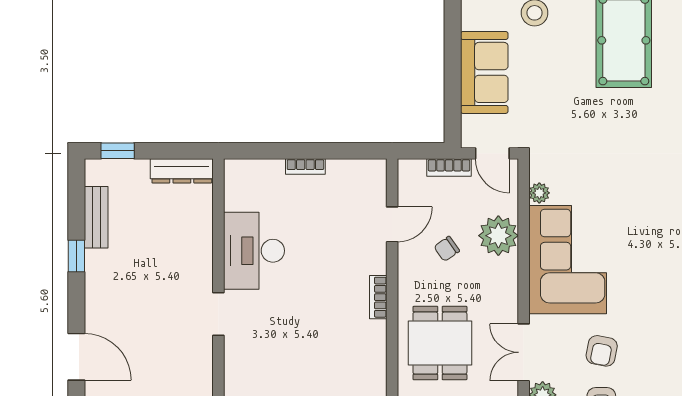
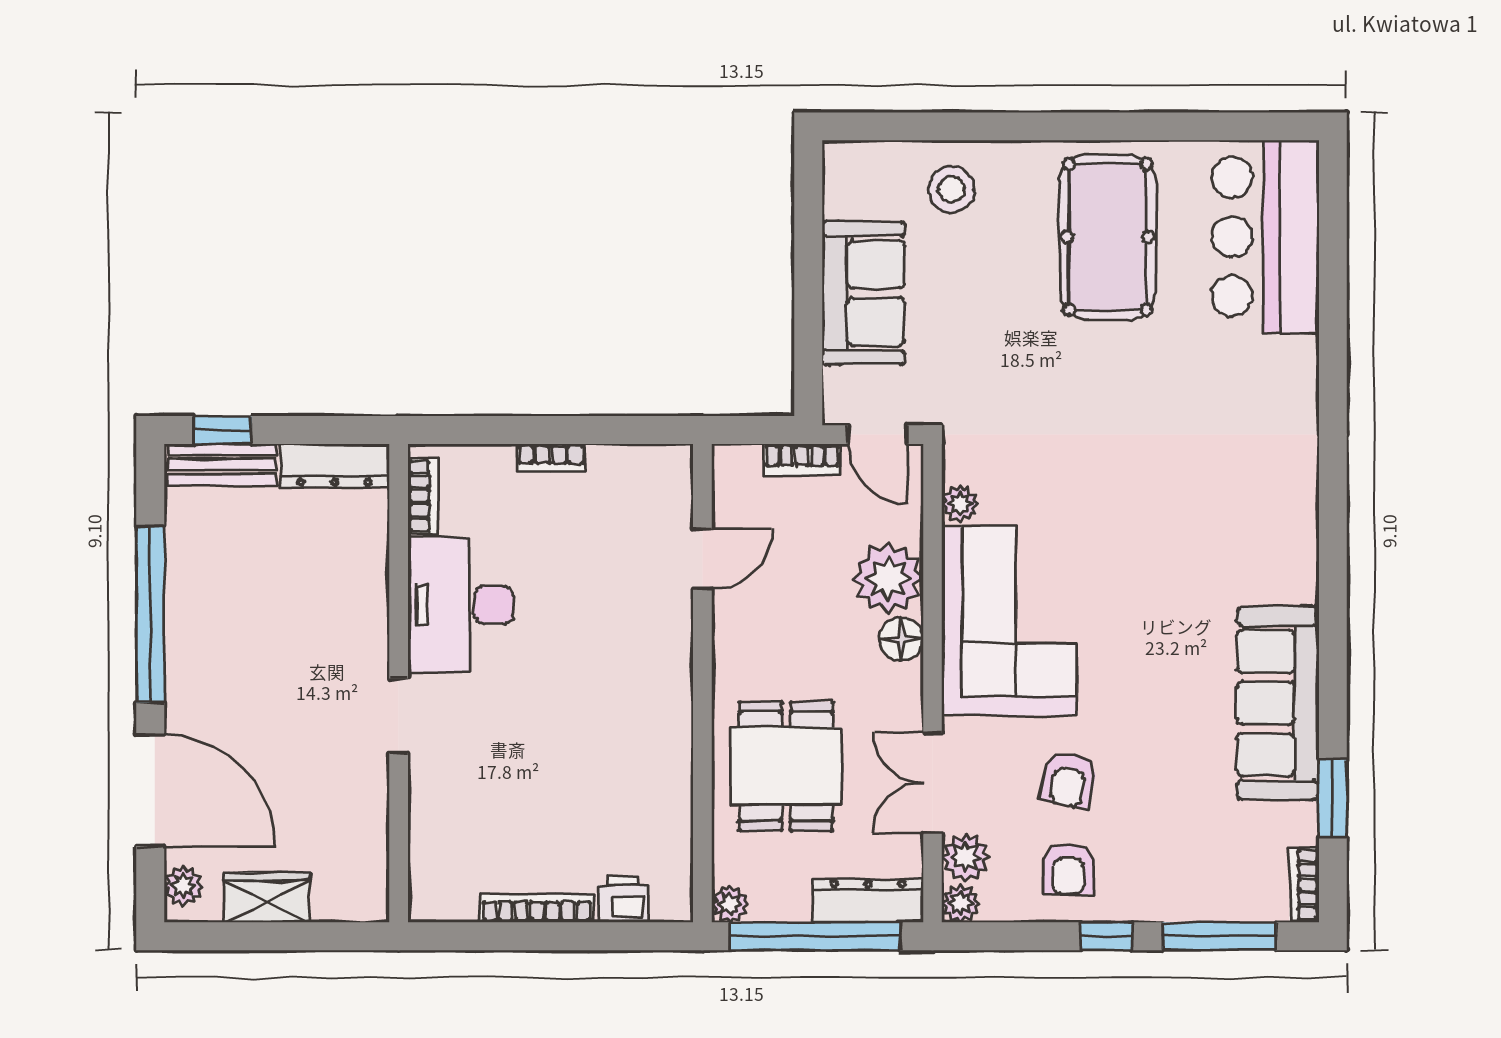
bench: (96, 217) -> (222, 464), moved, turned 90
chair: (447, 249) -> (798, 602), removed
window: (76, 256) -> (150, 614), width x3.17
floor lamp: (506, 270) -> (901, 639), added
bookcase: (378, 297) -> (423, 496), moved, turned 180
door: (76, 357) -> (150, 790), width x1.36

